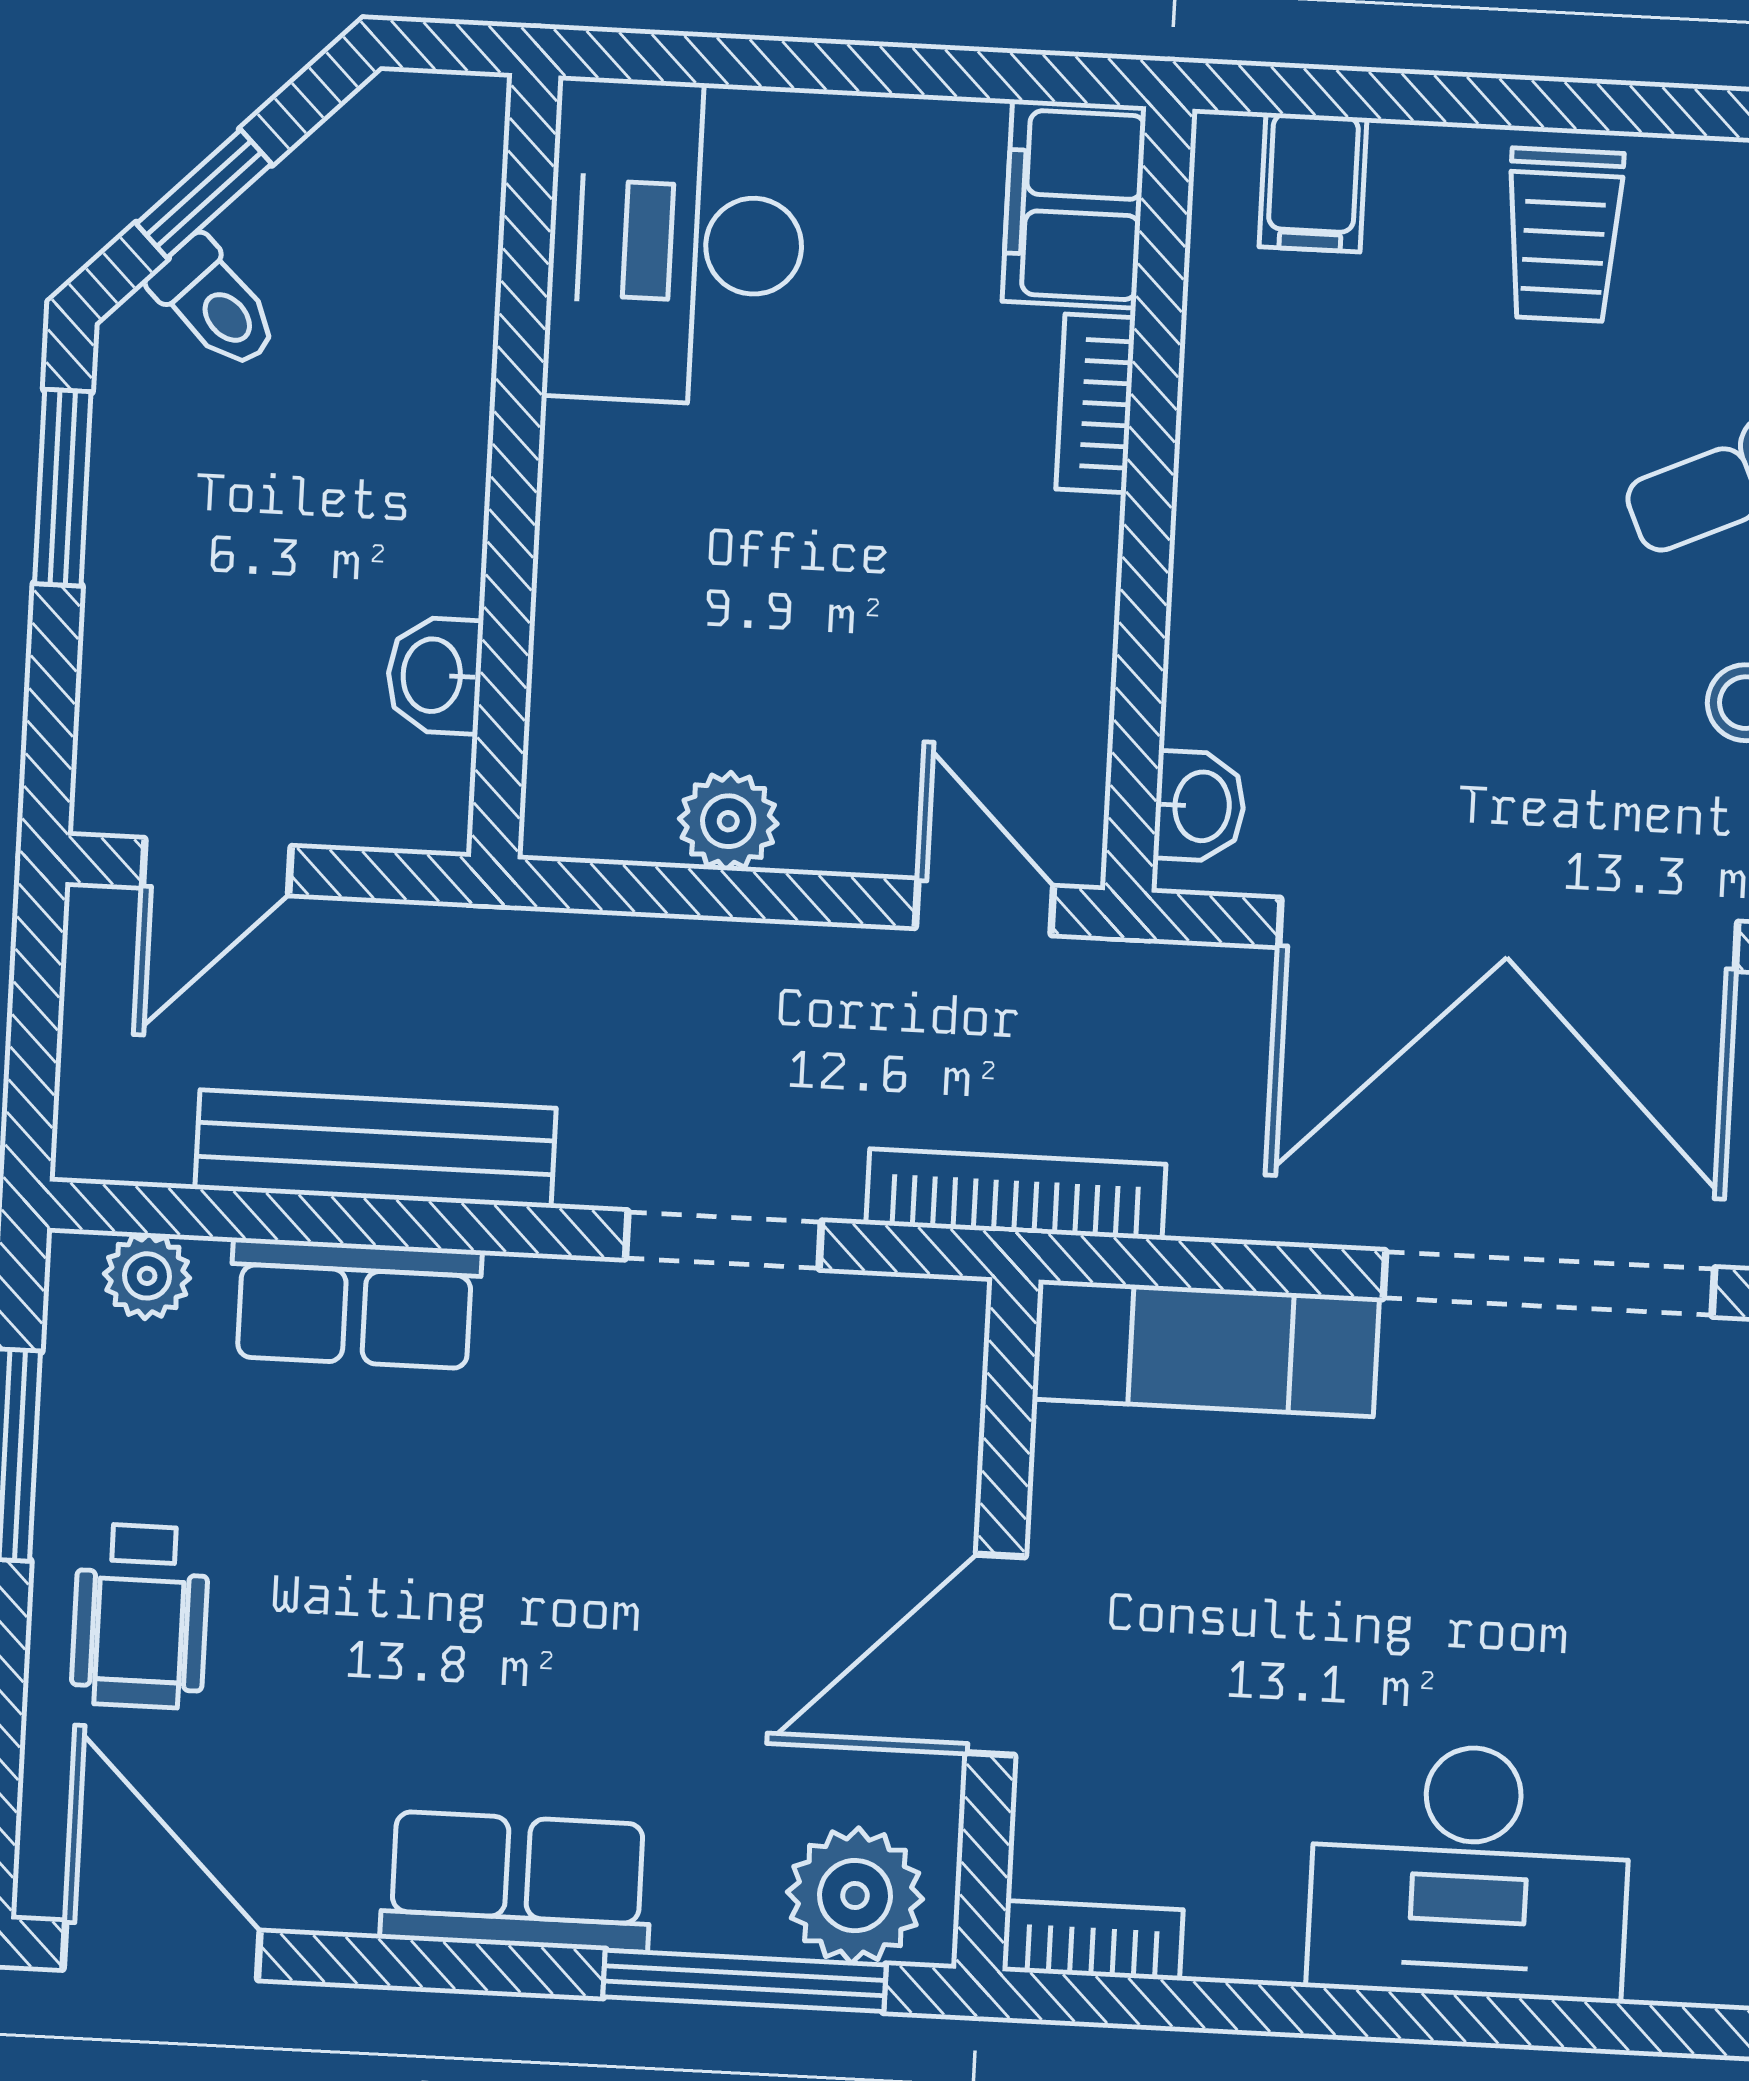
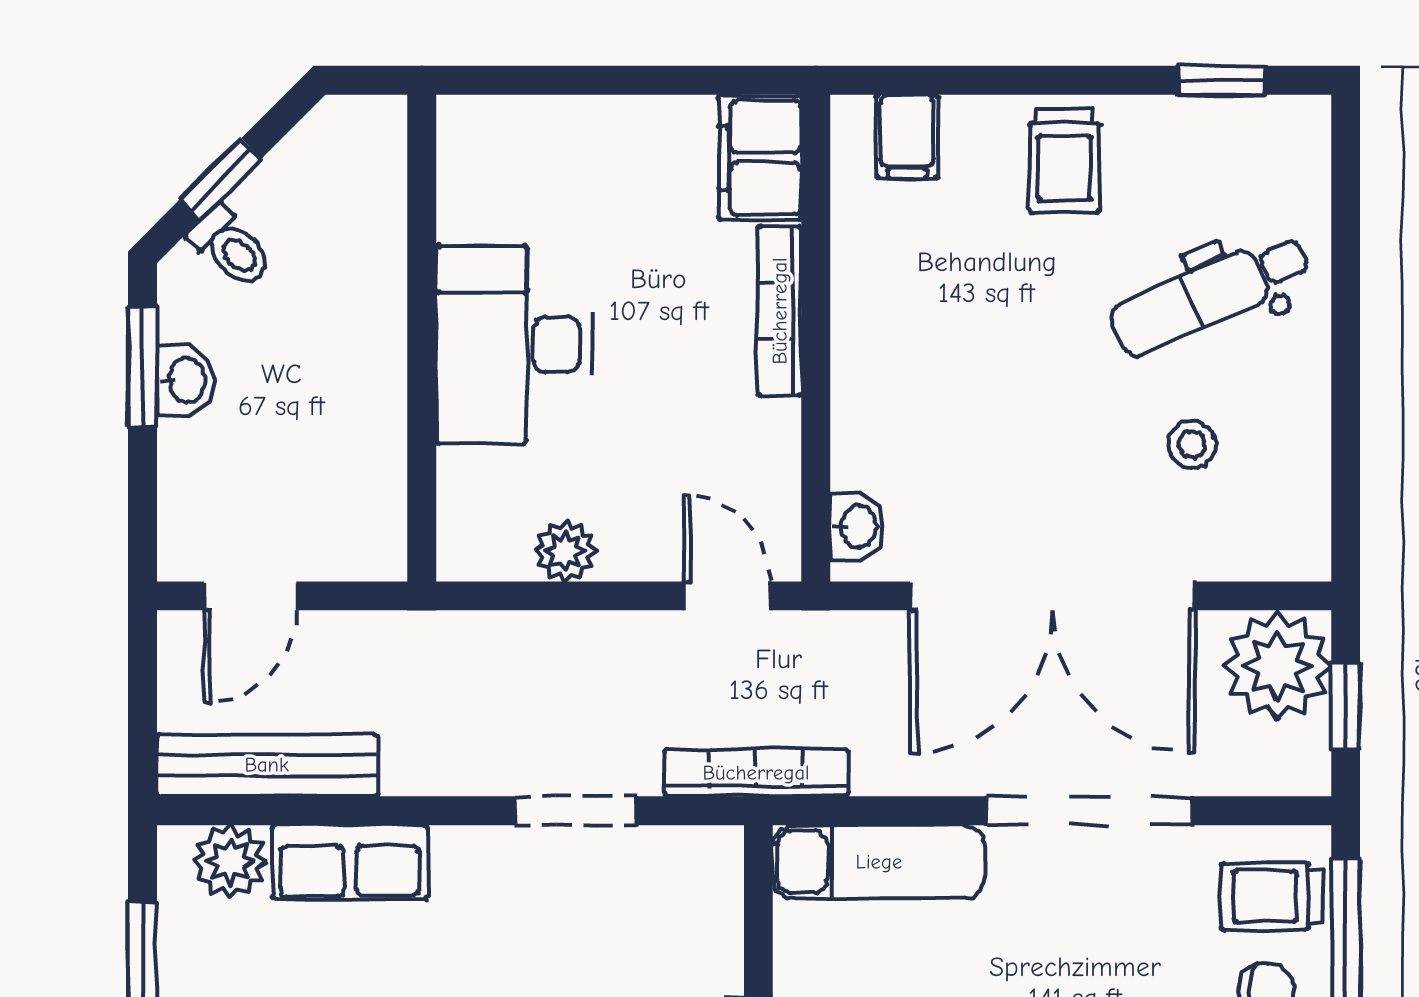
desk: (676, 242) -> (514, 345), moved
bookcase: (1095, 403) -> (780, 311), width x1.56
washbasin: (435, 675) -> (185, 380), moved, turned 180
bench: (375, 1149) -> (267, 765), moved
plant: (147, 1276) -> (230, 862), width x1.38, depth x1.38

